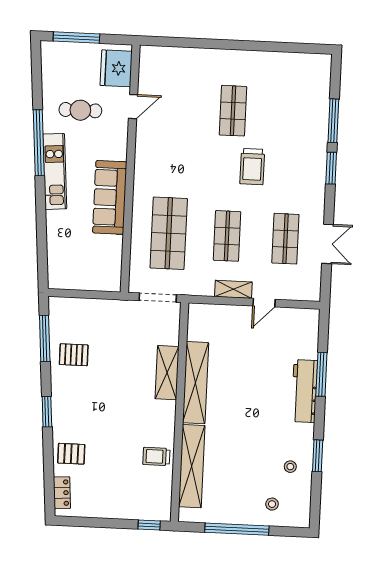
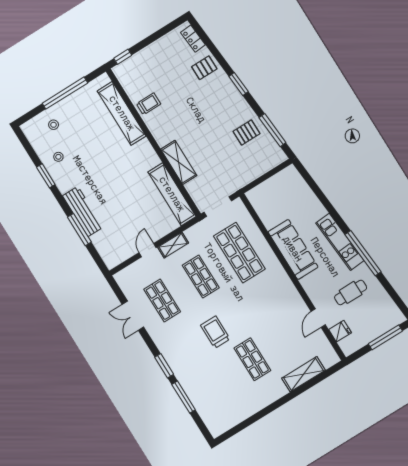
shelving: (190, 58) -> (303, 374), added
fridge: (116, 68) -> (340, 331), width x0.53, depth x0.75
shelving: (196, 383) -> (172, 194), moved

